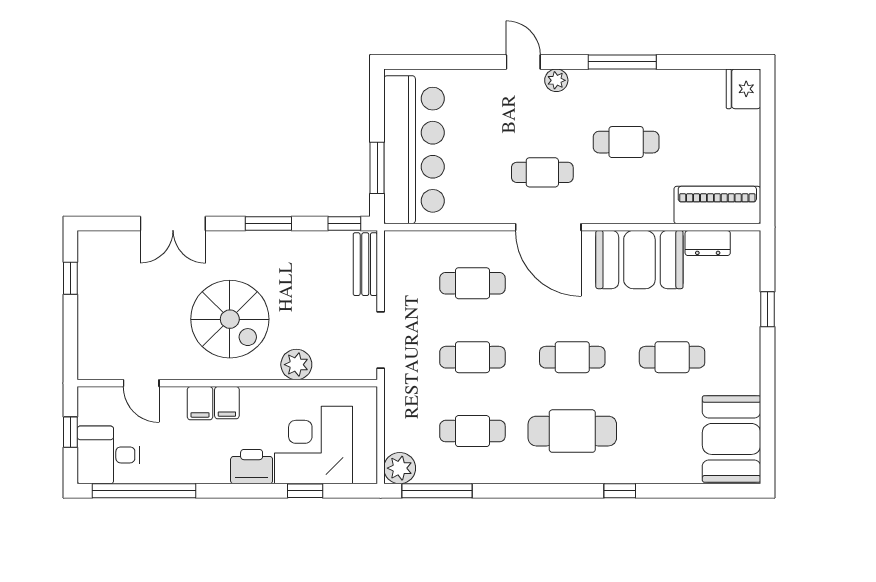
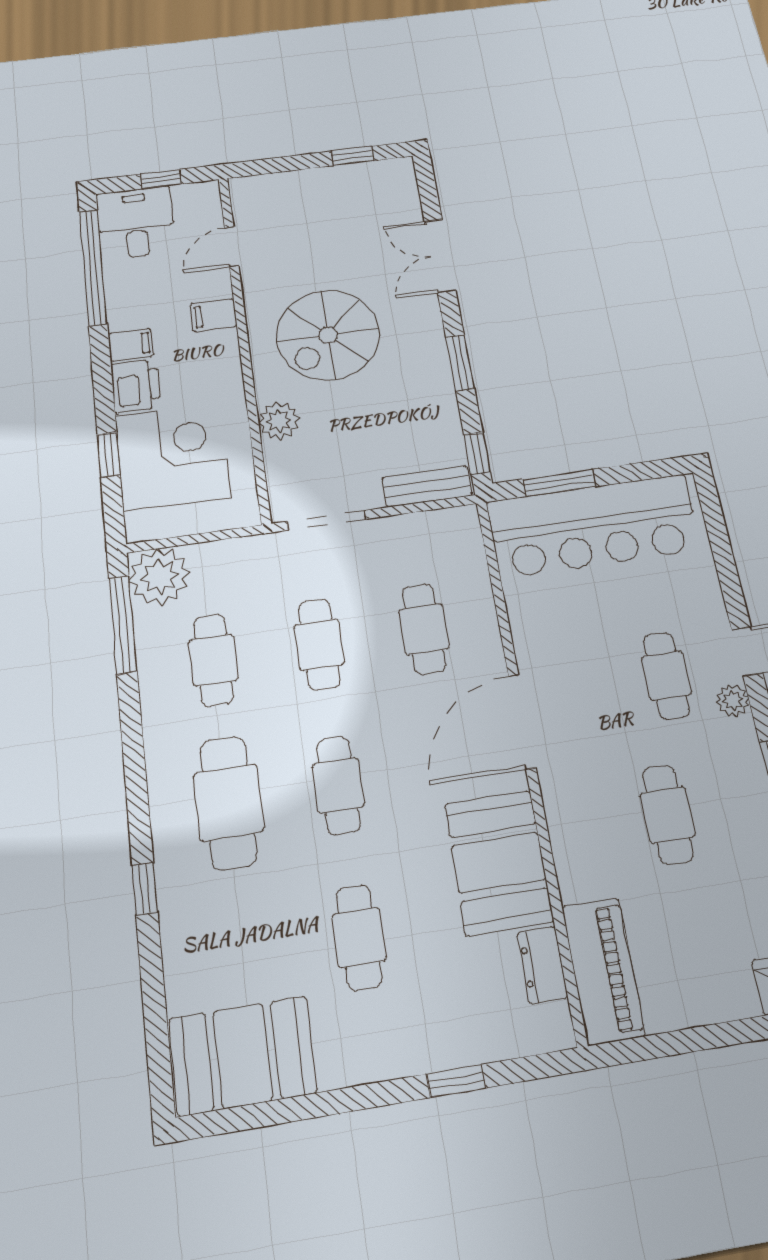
cafe table: (542, 172) -> (666, 676), moved
filing cabinet: (227, 403) -> (131, 345), moved, turned 180
plant: (400, 468) -> (160, 577), width x1.36, depth x1.36

